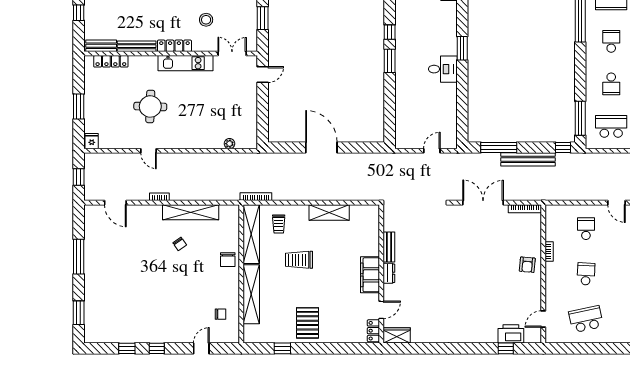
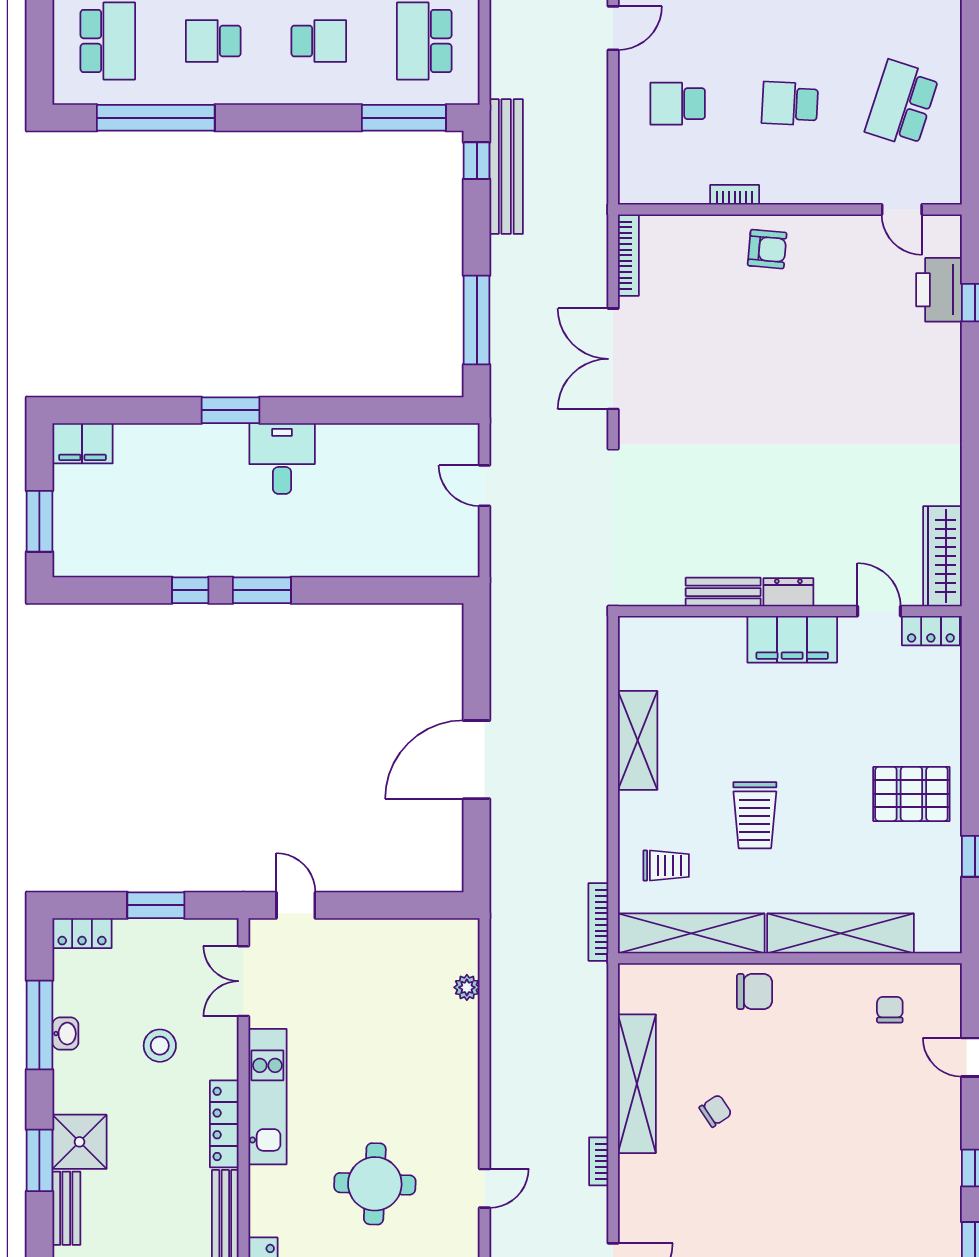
bench: (528, 159) -> (506, 167), moved
school desk: (586, 319) -> (902, 104), turned 30
wardrobe: (397, 335) -> (942, 556), width x1.50

